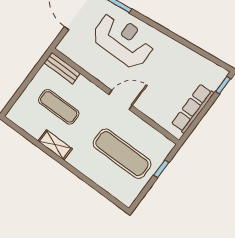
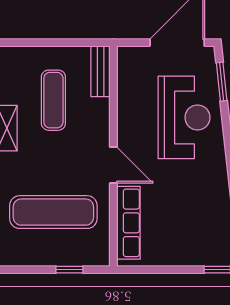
row of seats: (193, 108) -> (128, 223), moved, turned 90
exercise mat: (122, 154) -> (53, 212), turned 90

